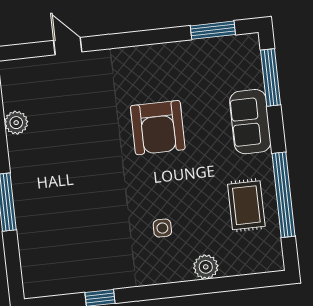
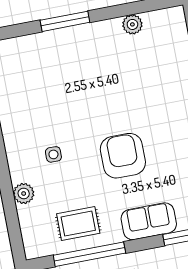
armchair: (158, 128) -> (123, 156), moved, turned 90

